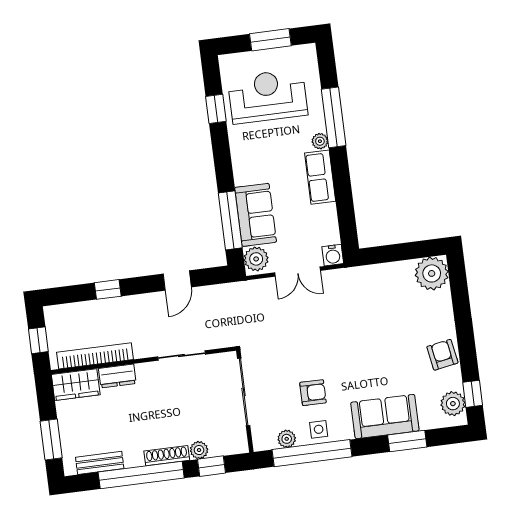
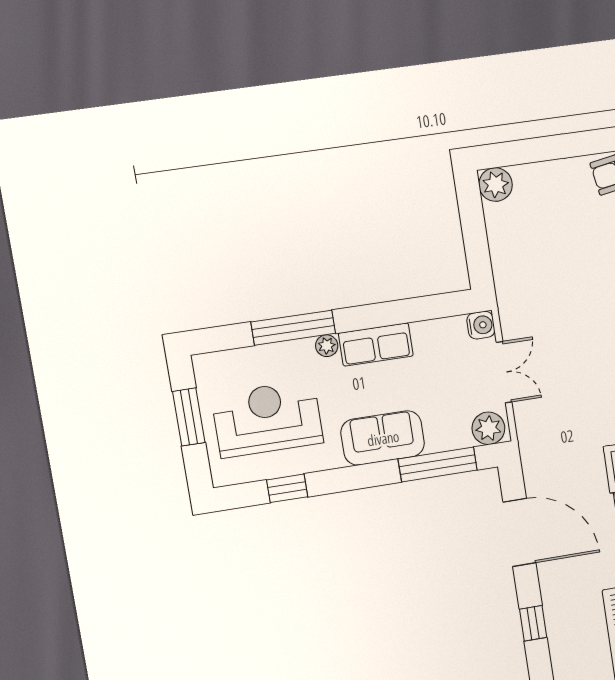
reception desk: (268, 96) -> (267, 419), turned 90
sofa: (256, 215) -> (383, 438), moved
plant: (432, 273) -> (496, 185), width x0.73, depth x0.73
door: (177, 281) -> (519, 532), width x1.88

